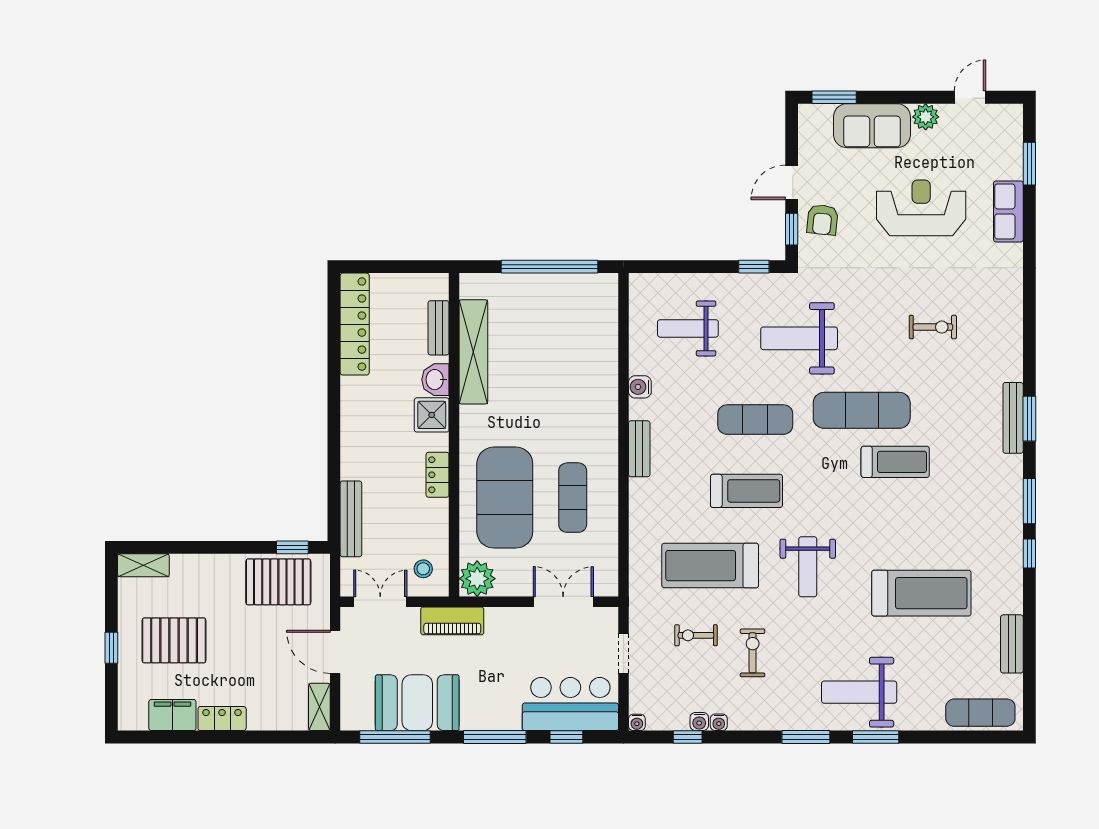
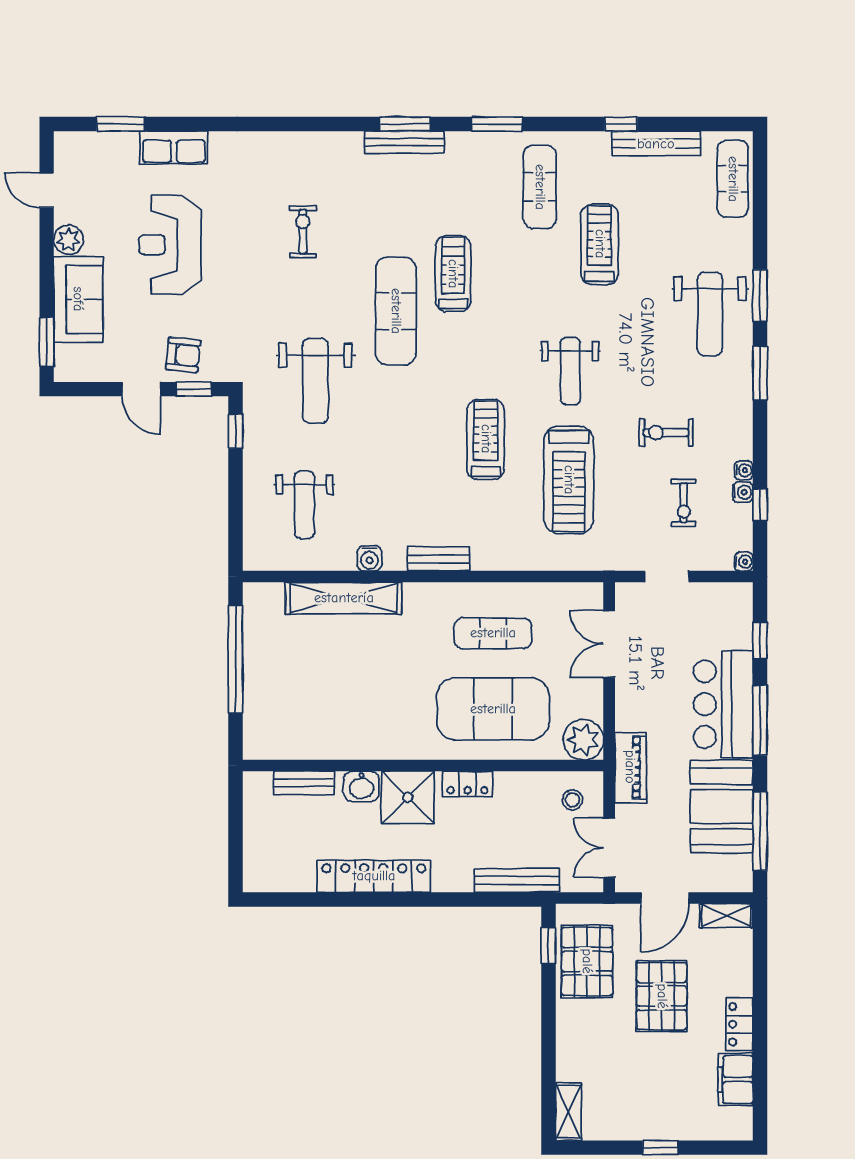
locker: (355, 324) -> (374, 876), moved
shelving: (473, 352) -> (344, 598), moved
shower: (432, 415) -> (408, 797), width x1.36, depth x1.36
exercise mat: (755, 420) -> (540, 187), moved
window: (1029, 554) -> (621, 124), moved
weight bench: (808, 567) -> (570, 371), turned 90
treadmill: (921, 593) -> (600, 244), width x0.73, depth x0.73
exercise bike: (696, 635) -> (684, 503), moved
pallet: (174, 640) -> (662, 996), moved
bench: (1012, 644) -> (656, 144), width x1.36
bar counter: (570, 704) -> (723, 704), moved

